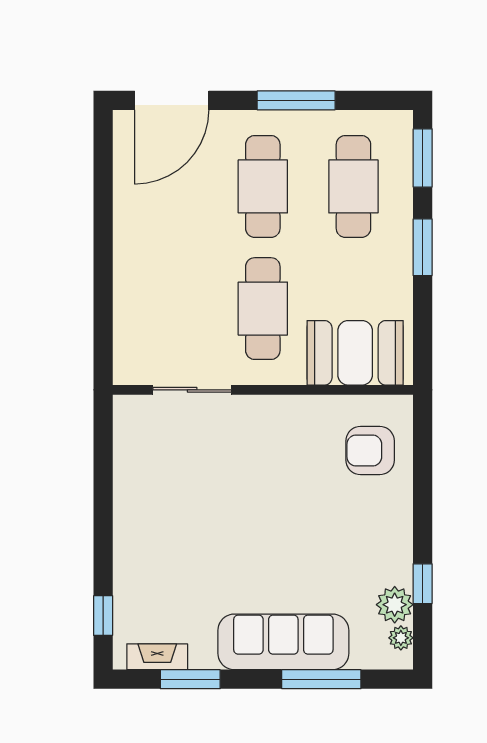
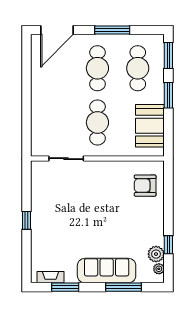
booth: (355, 353) -> (150, 126), moved, turned 90
window: (103, 616) -> (26, 220), moved

